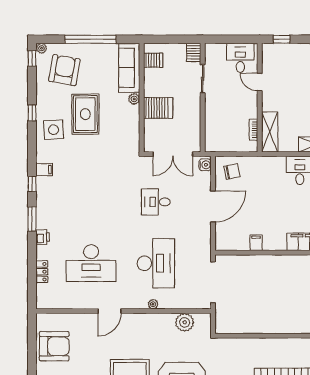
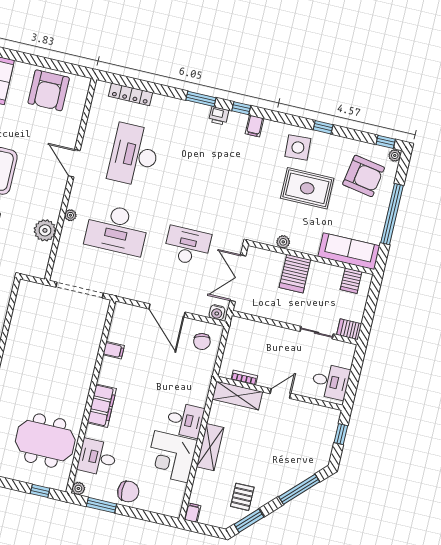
door: (260, 82) -> (280, 393), moved
plant: (134, 99) -> (283, 242), moved
desk: (156, 202) -> (187, 246), width x1.37
printer: (43, 237) -> (219, 116), moved
locker: (42, 272) -> (131, 94), width x1.53
plant: (185, 322) -> (45, 230), moved

